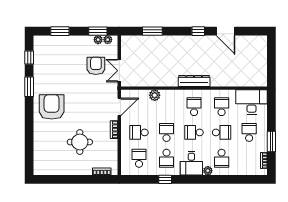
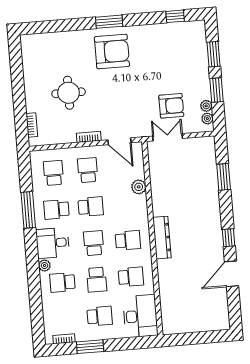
window: (98, 31) -> (216, 90), moved
window: (29, 87) -> (109, 22), moved
school desk: (139, 158) -> (53, 173), turned -90
window: (165, 179) -> (28, 210), width x2.17

